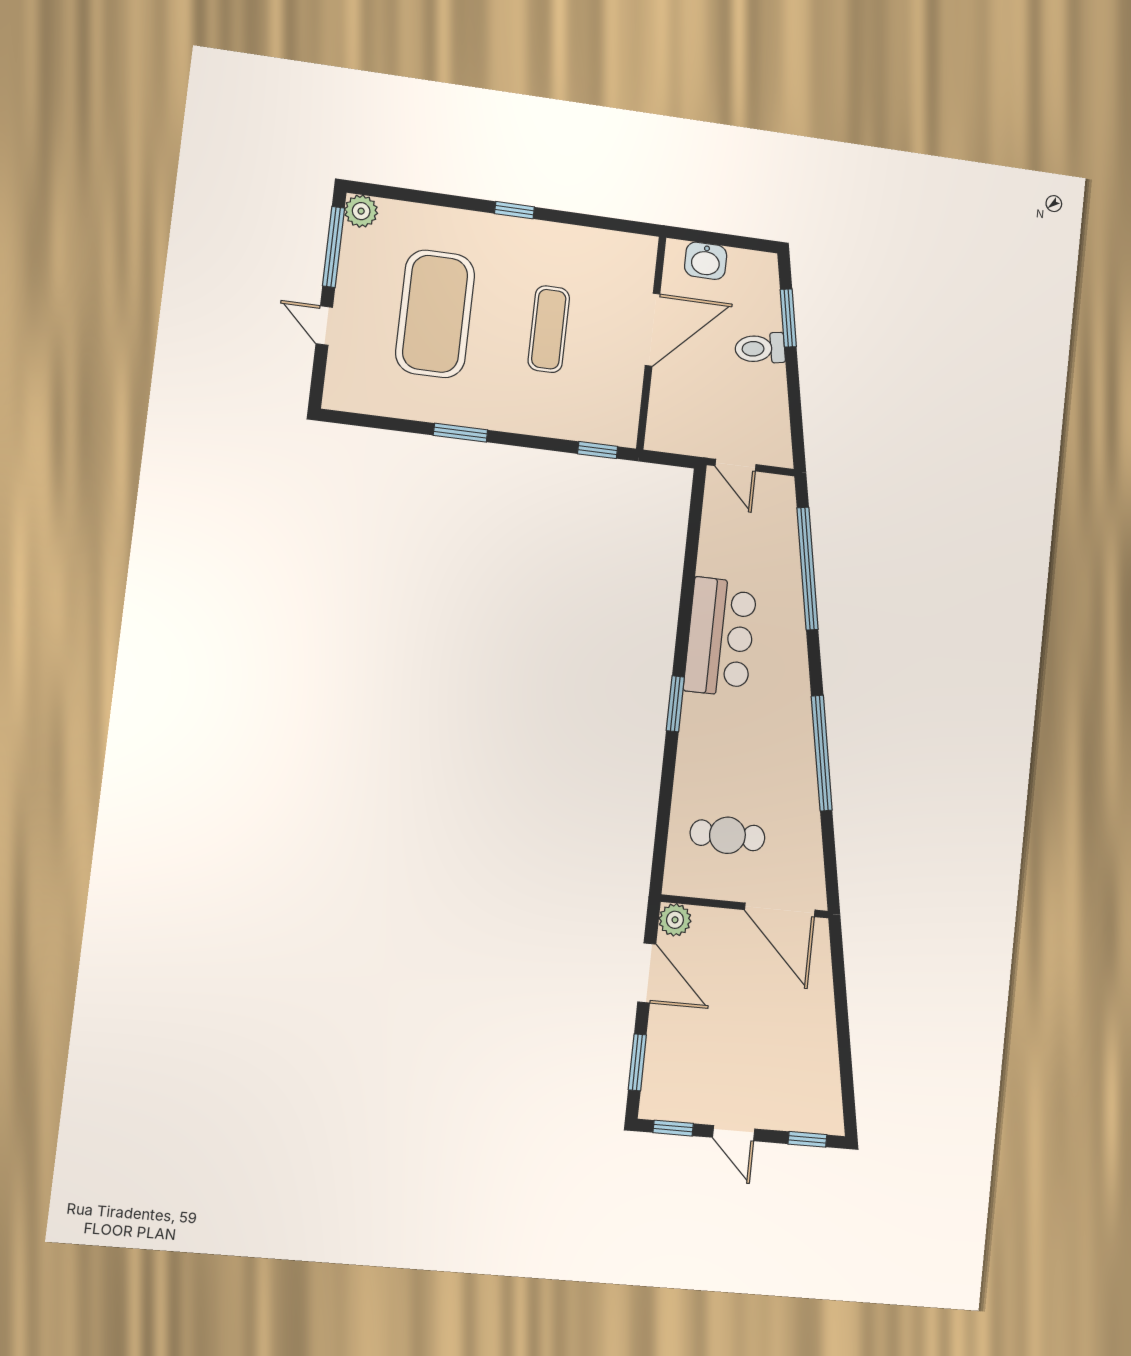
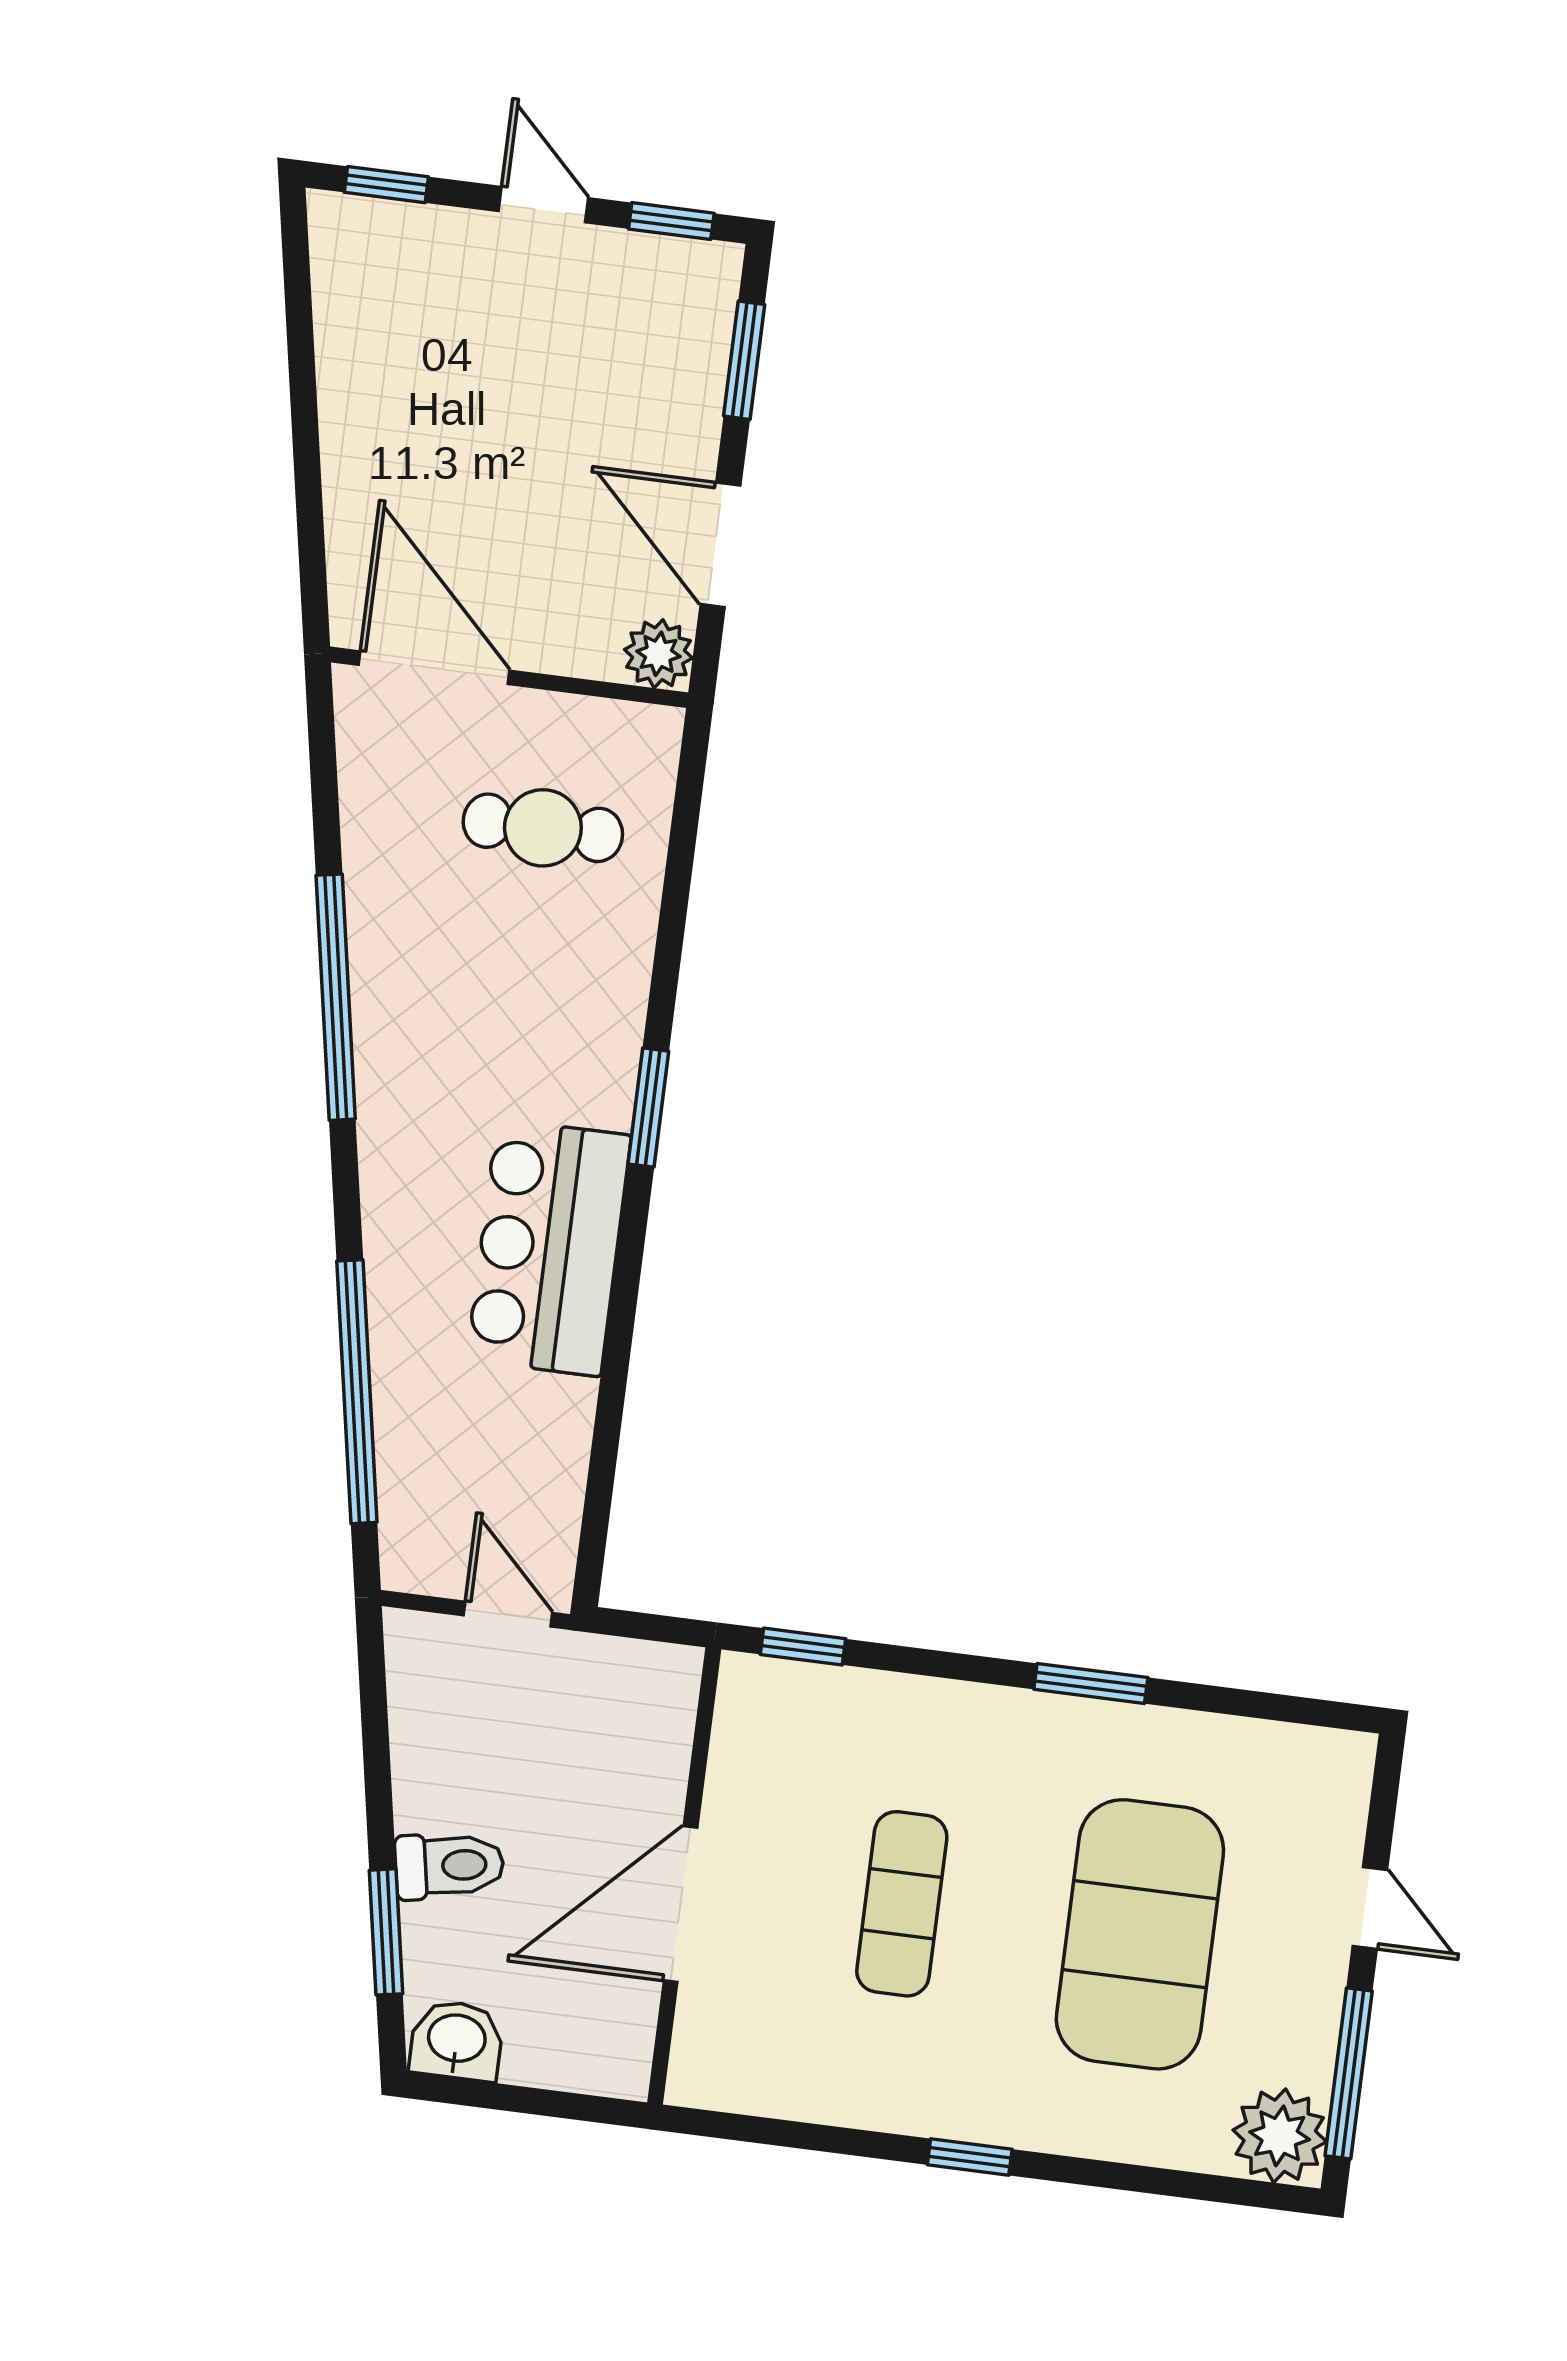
plant: (361, 211) -> (1280, 2136), width x1.36, depth x1.36
washbasin: (706, 261) -> (457, 2040), moved

